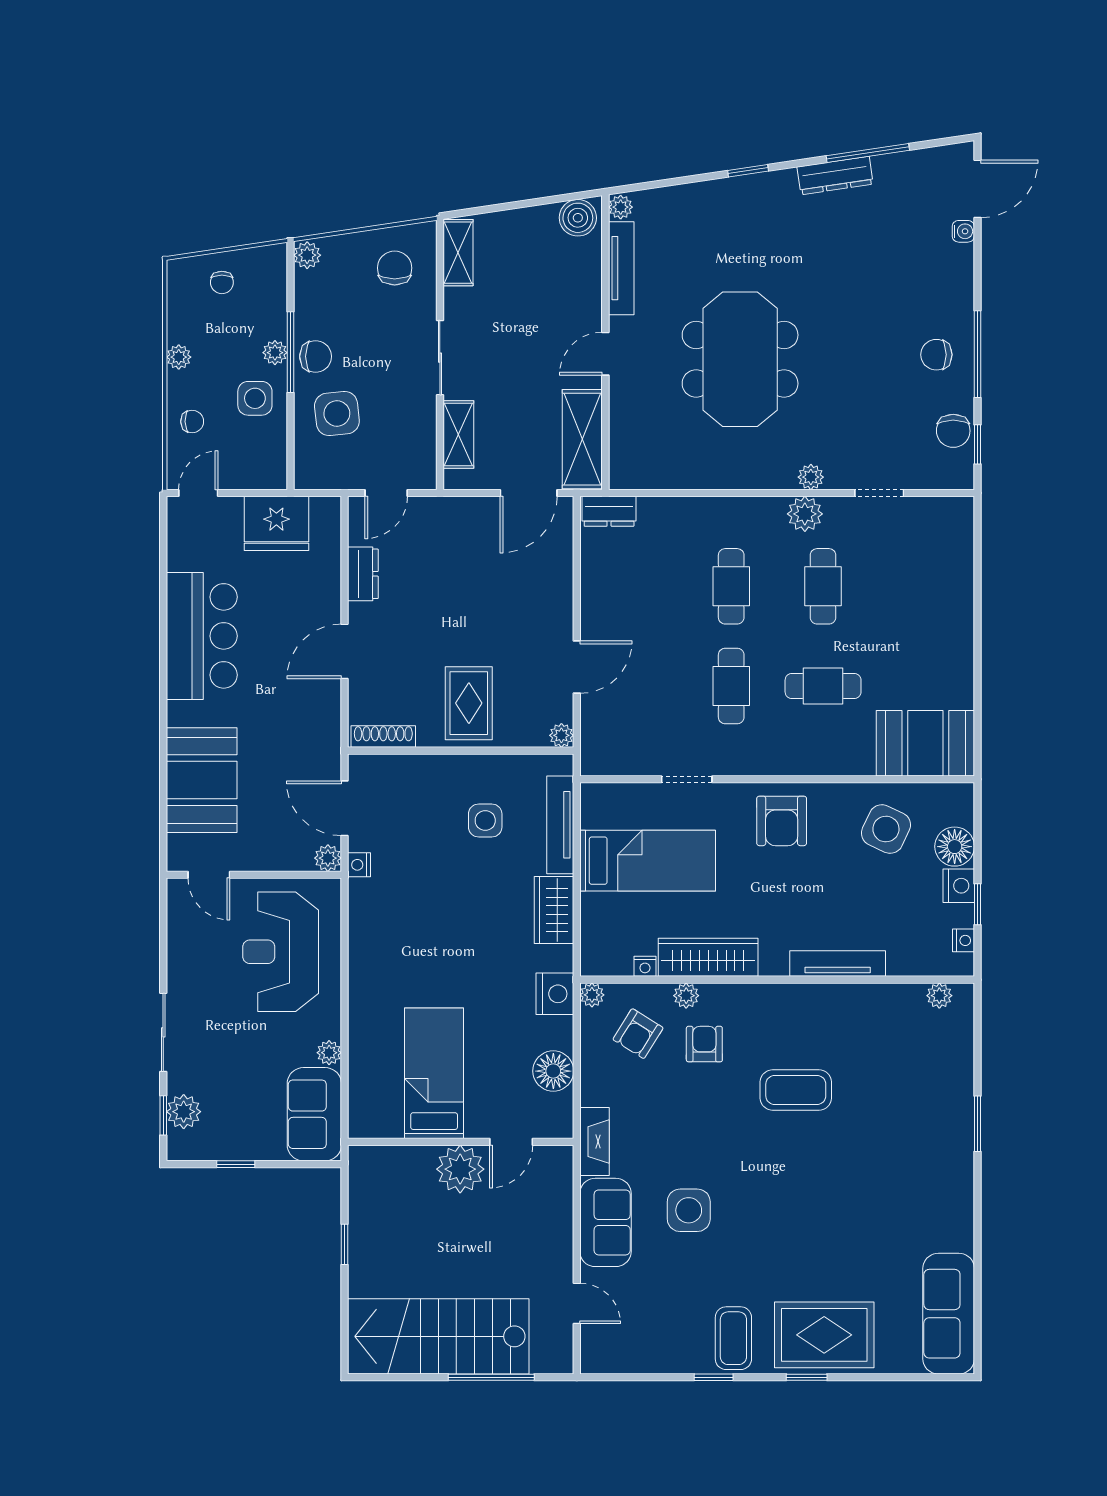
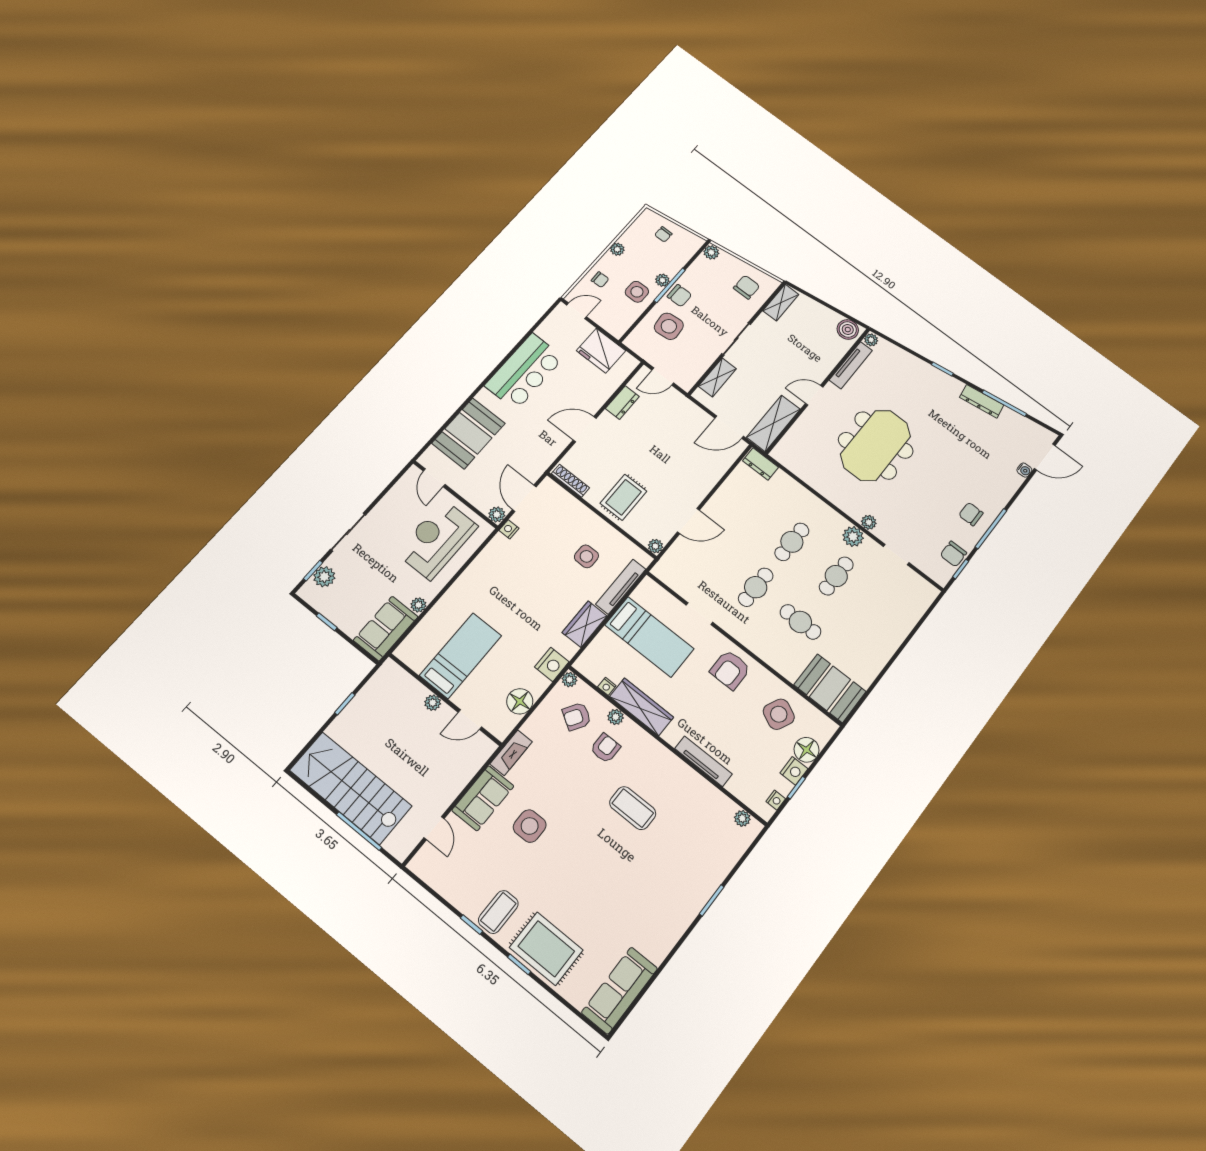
plant: (460, 1169) -> (433, 703), width x0.53, depth x0.53

